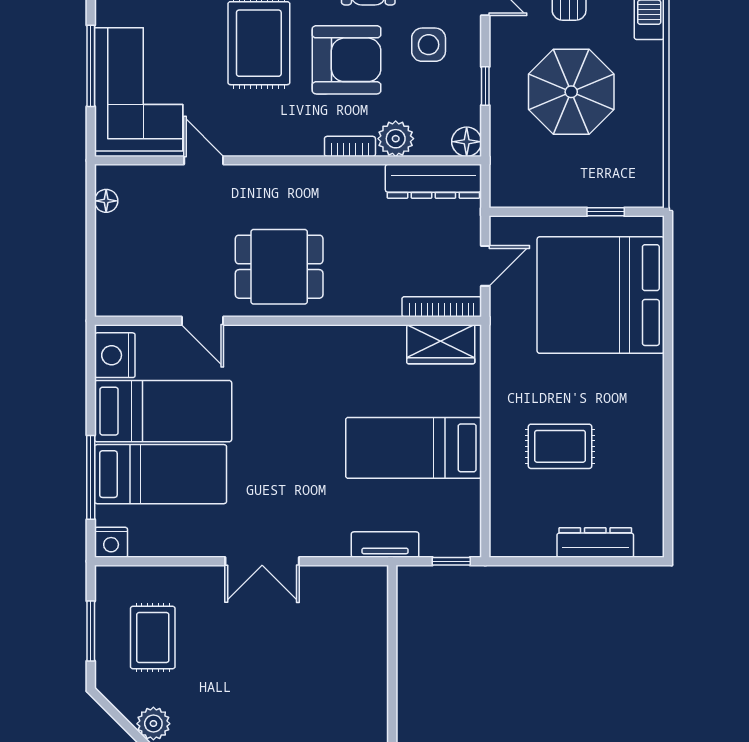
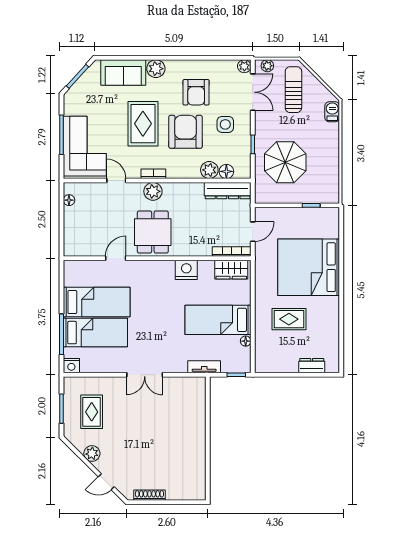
armchair: (346, 60) -> (185, 132), turned -90
parasol: (571, 92) -> (285, 162), moved
floor lamp: (467, 142) -> (226, 171), moved
bookcase: (350, 146) -> (153, 174), moved
plant: (279, 183) -> (153, 191), added
dining table: (279, 267) -> (153, 232), turned 90
bed: (601, 295) -> (309, 267), moved
door: (203, 321) -> (116, 258), swing flipped
nightstand: (115, 355) -> (186, 270), moved, turned 90
floor lamp: (471, 492) -> (246, 341), added
dresser: (595, 542) -> (312, 366), width x0.70

